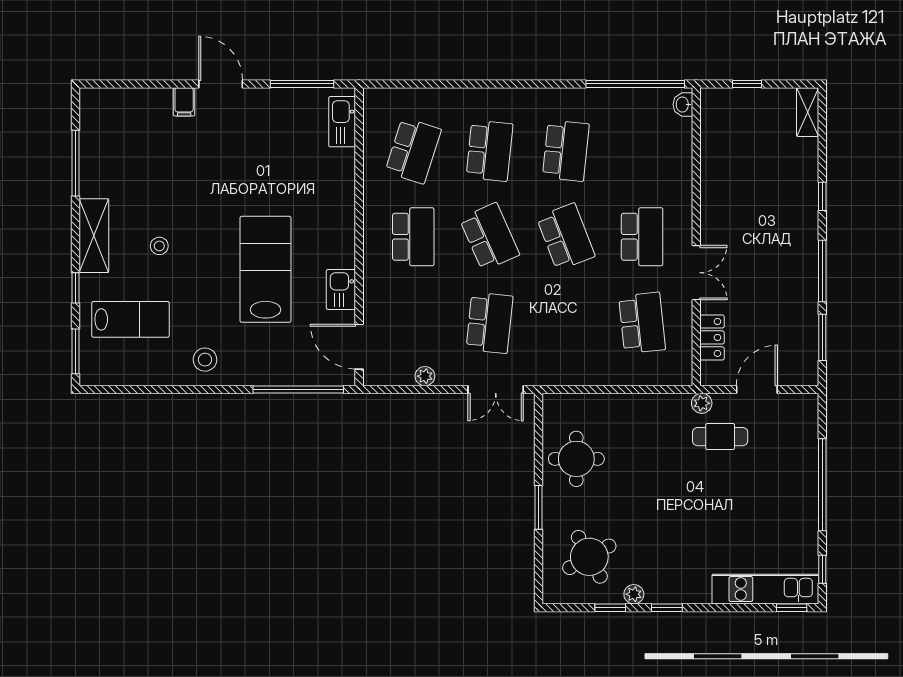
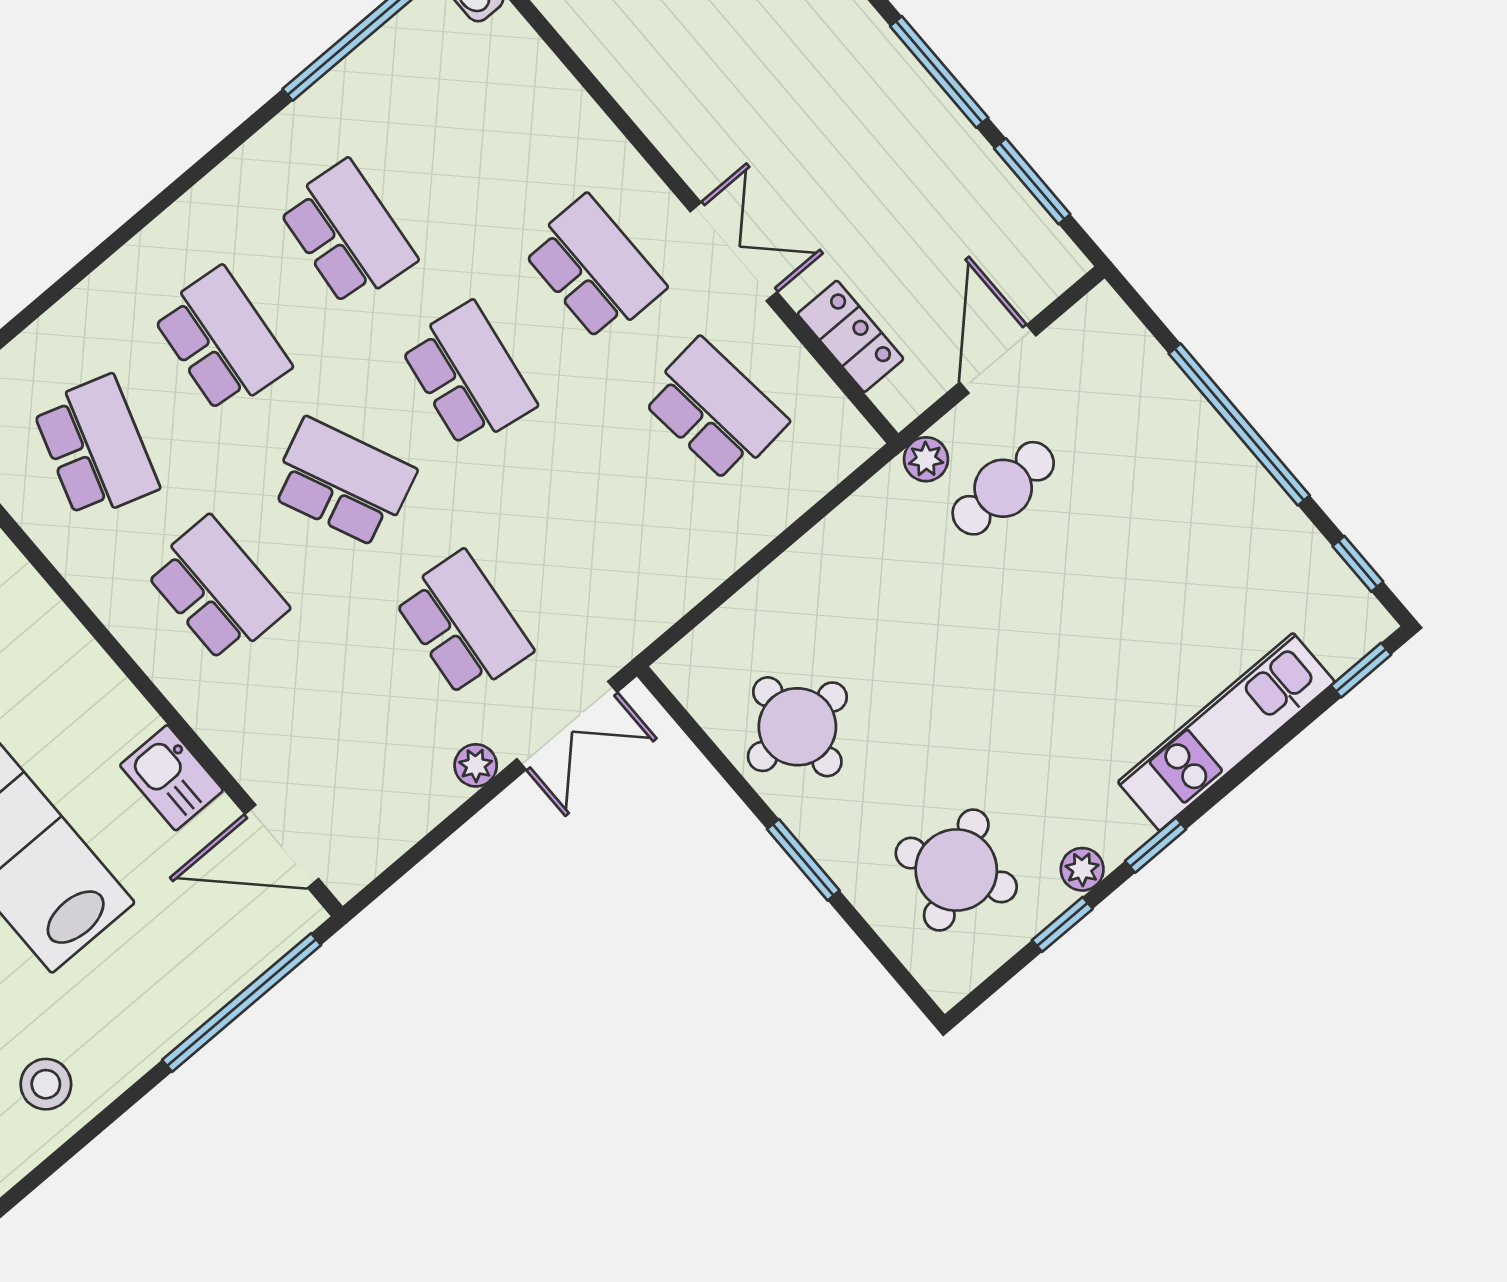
school desk: (566, 237) -> (468, 375), turned 30
plant: (425, 376) -> (476, 765), moved
kitchen unit: (765, 589) -> (1226, 732), moved

